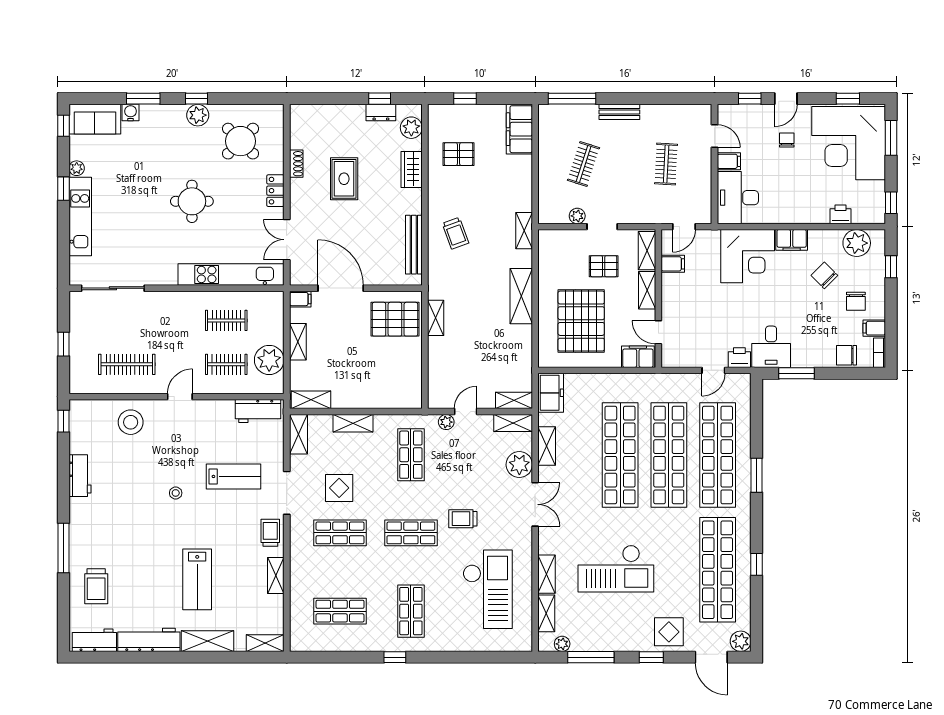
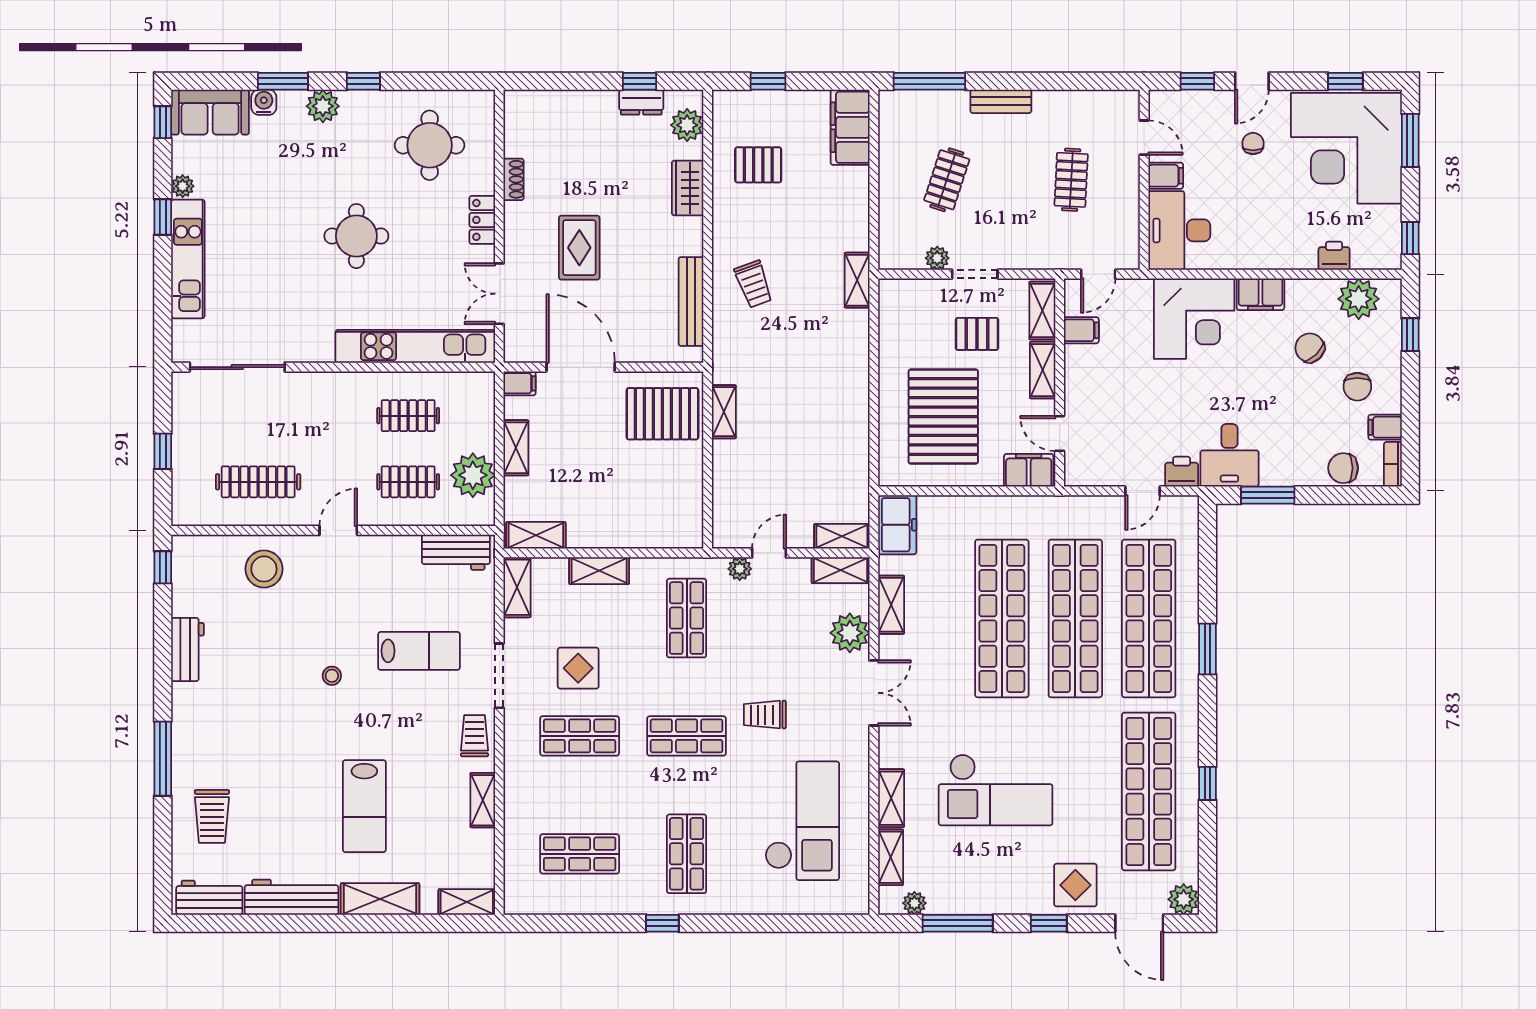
plant: (198, 115) -> (323, 106), moved
round table: (240, 141) -> (430, 145), turned 45
rug: (344, 179) -> (579, 248), moved
shelving: (521, 296) -> (853, 379), removed

